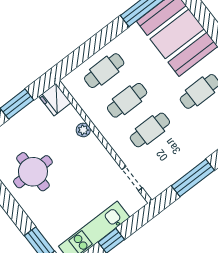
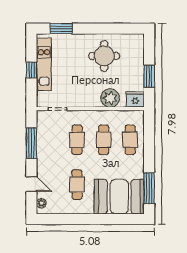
plant: (83, 130) -> (110, 98), width x1.88, depth x1.88

